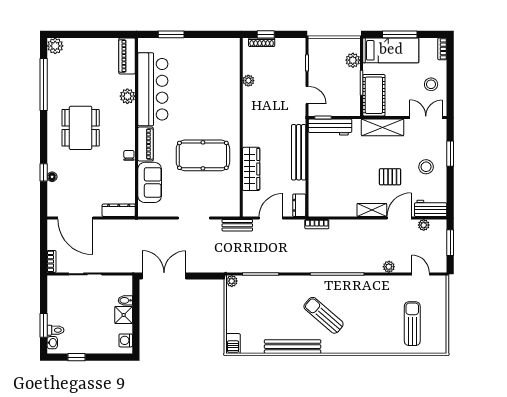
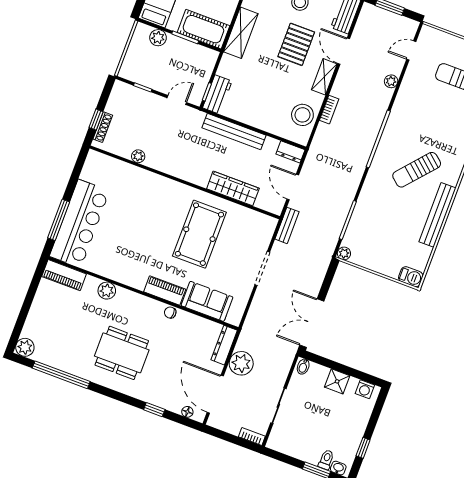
window: (171, 34) -> (59, 220), width x1.44
bar counter: (153, 89) -> (79, 224), moved, turned 90
workbench: (330, 127) -> (217, 94), width x0.73
floor lamp: (52, 177) -> (187, 412), moved
pallet: (390, 177) -> (296, 44), width x1.50, depth x1.42
stool: (334, 204) -> (302, 115), added
door: (75, 218) -> (215, 394), swing flipped
bookcase: (317, 224) -> (329, 110), moved
plant: (424, 225) -> (241, 363), moved, width x1.87, depth x1.87
bidet: (125, 300) -> (303, 367), moved

